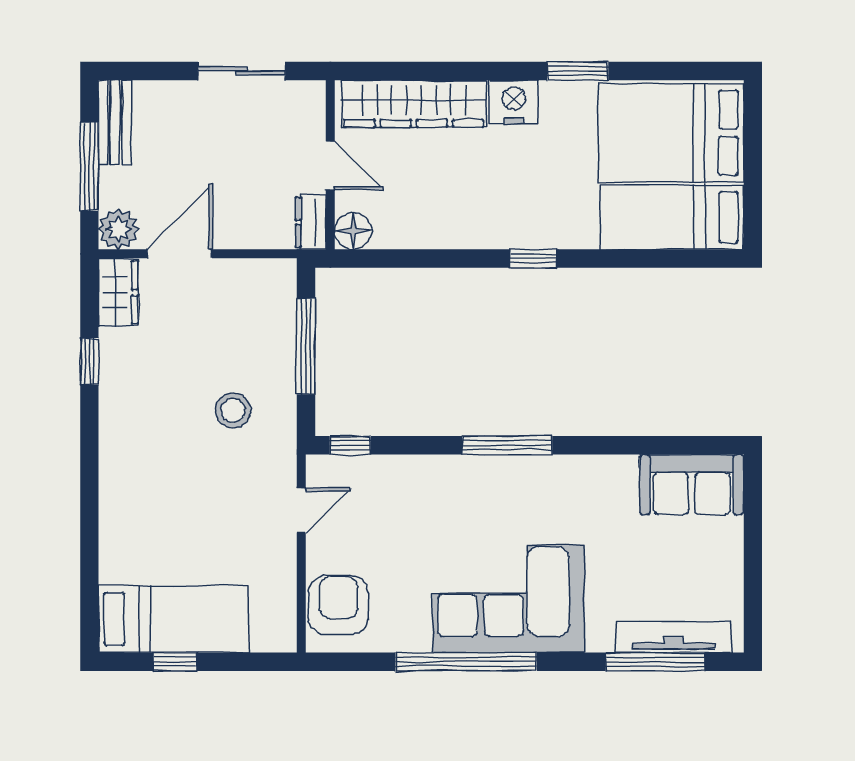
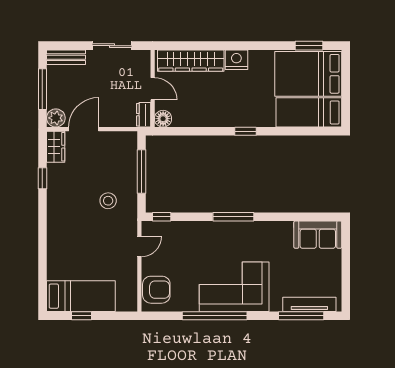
window: (578, 71) -> (309, 46), moved
bench: (115, 123) -> (66, 57), moved, turned 90
armchair: (338, 605) -> (156, 290), turned 90

